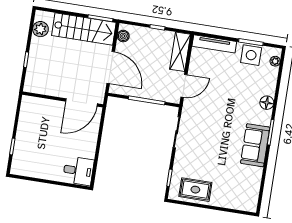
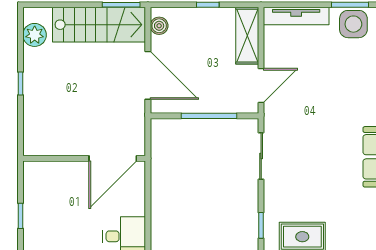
wall: (63, 99) -> (84, 158), moved
door: (81, 102) -> (113, 158), moved

